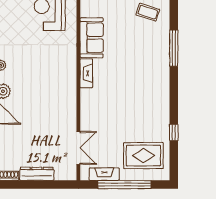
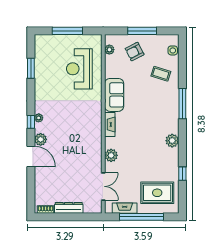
plant: (162, 93) -> (172, 141), added
plant: (88, 111) -> (111, 155), added

